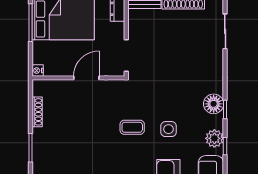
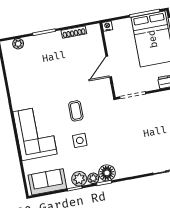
door: (86, 78) -> (109, 67), swing flipped
plant: (217, 122) -> (93, 178), added

